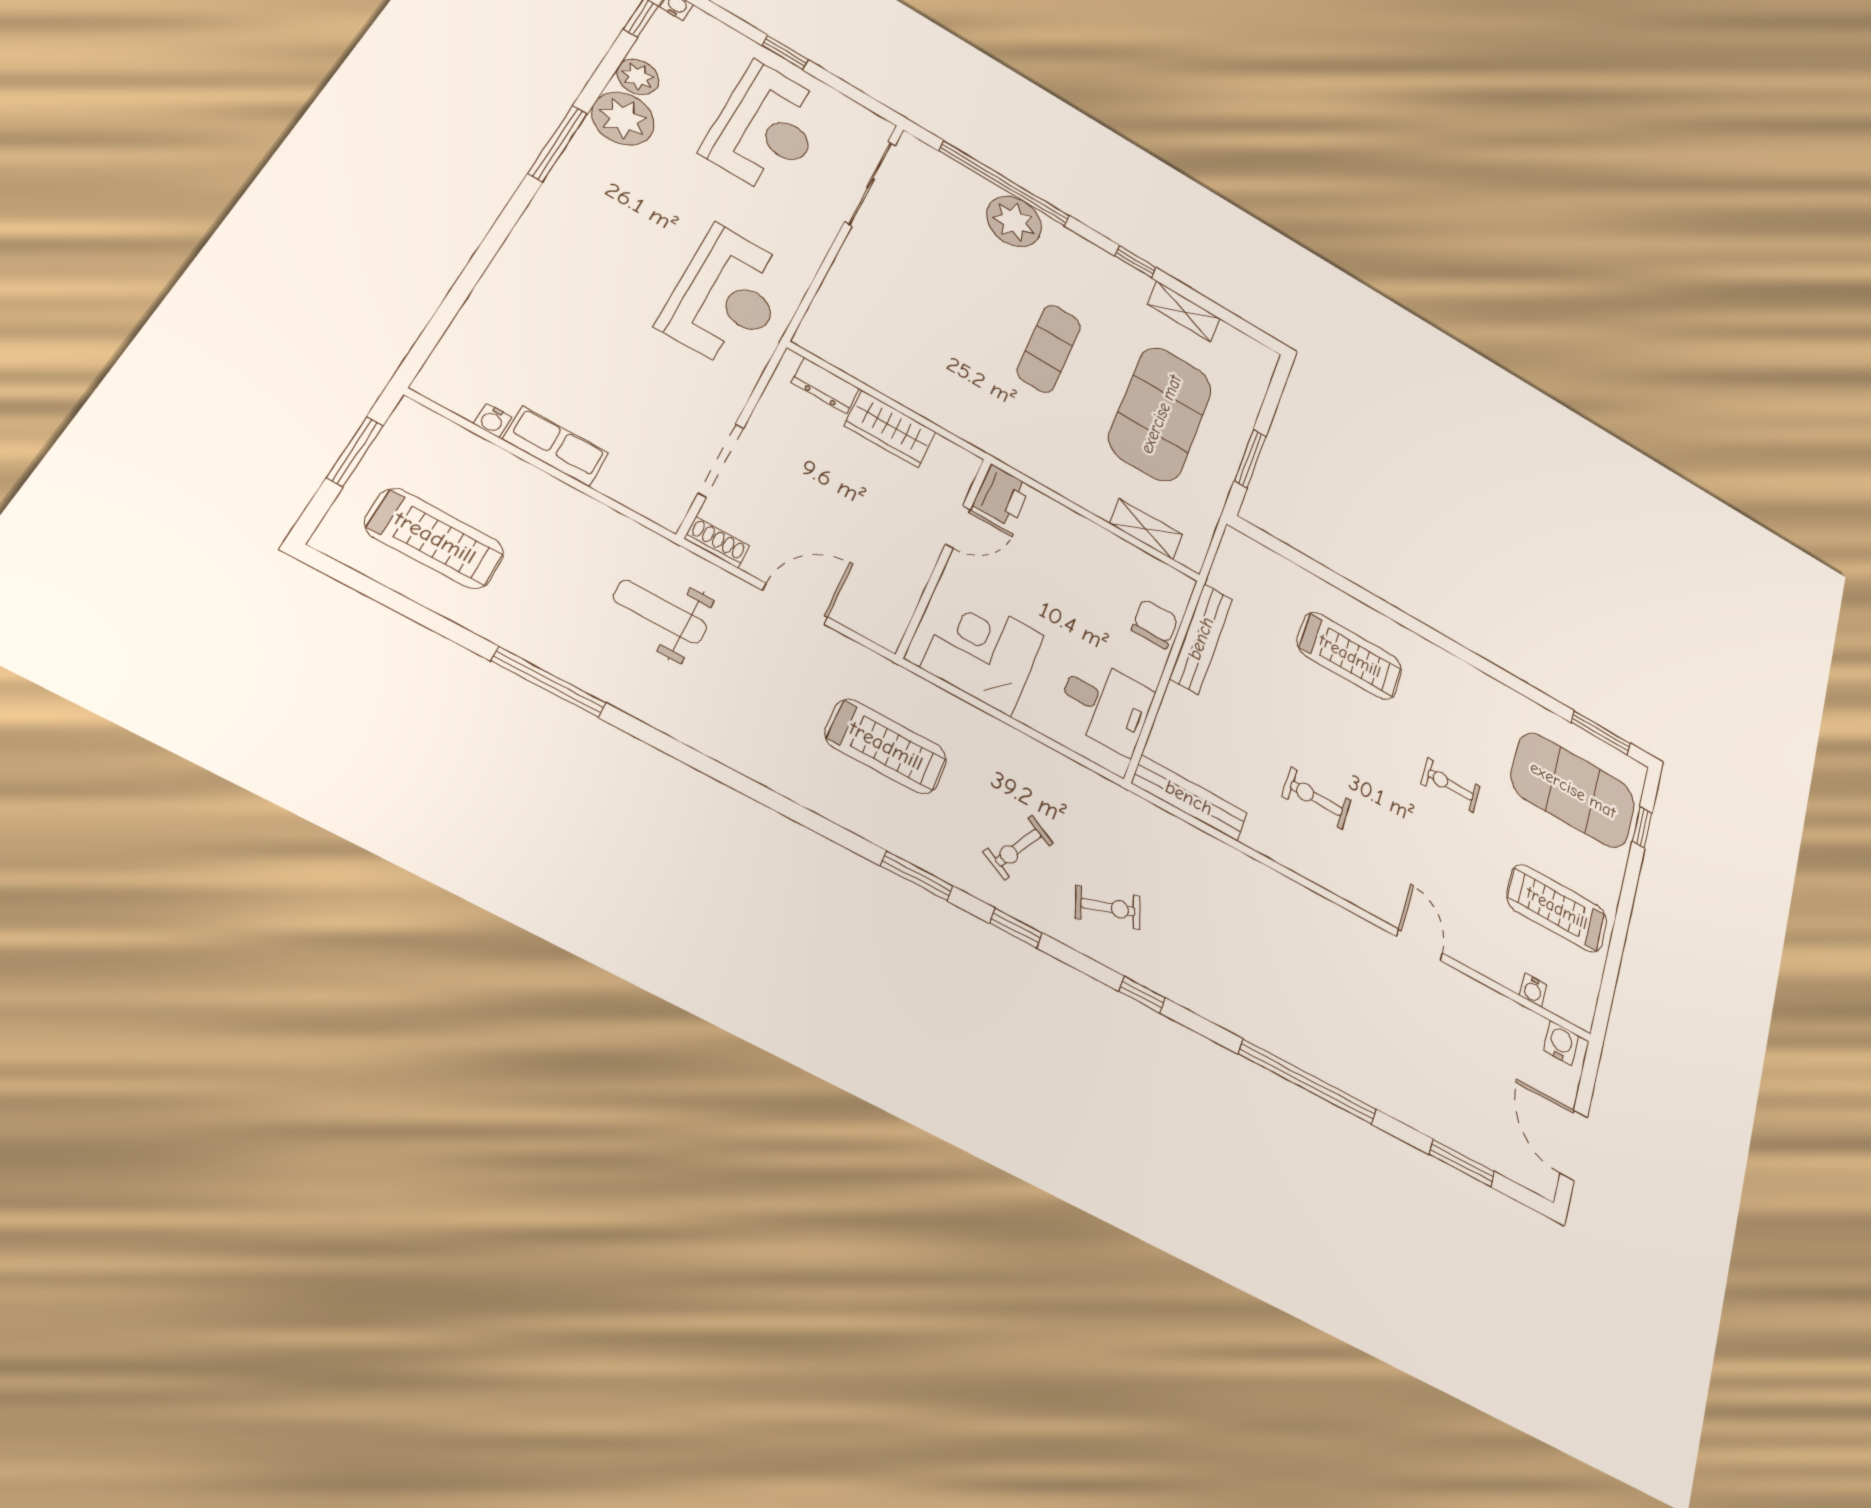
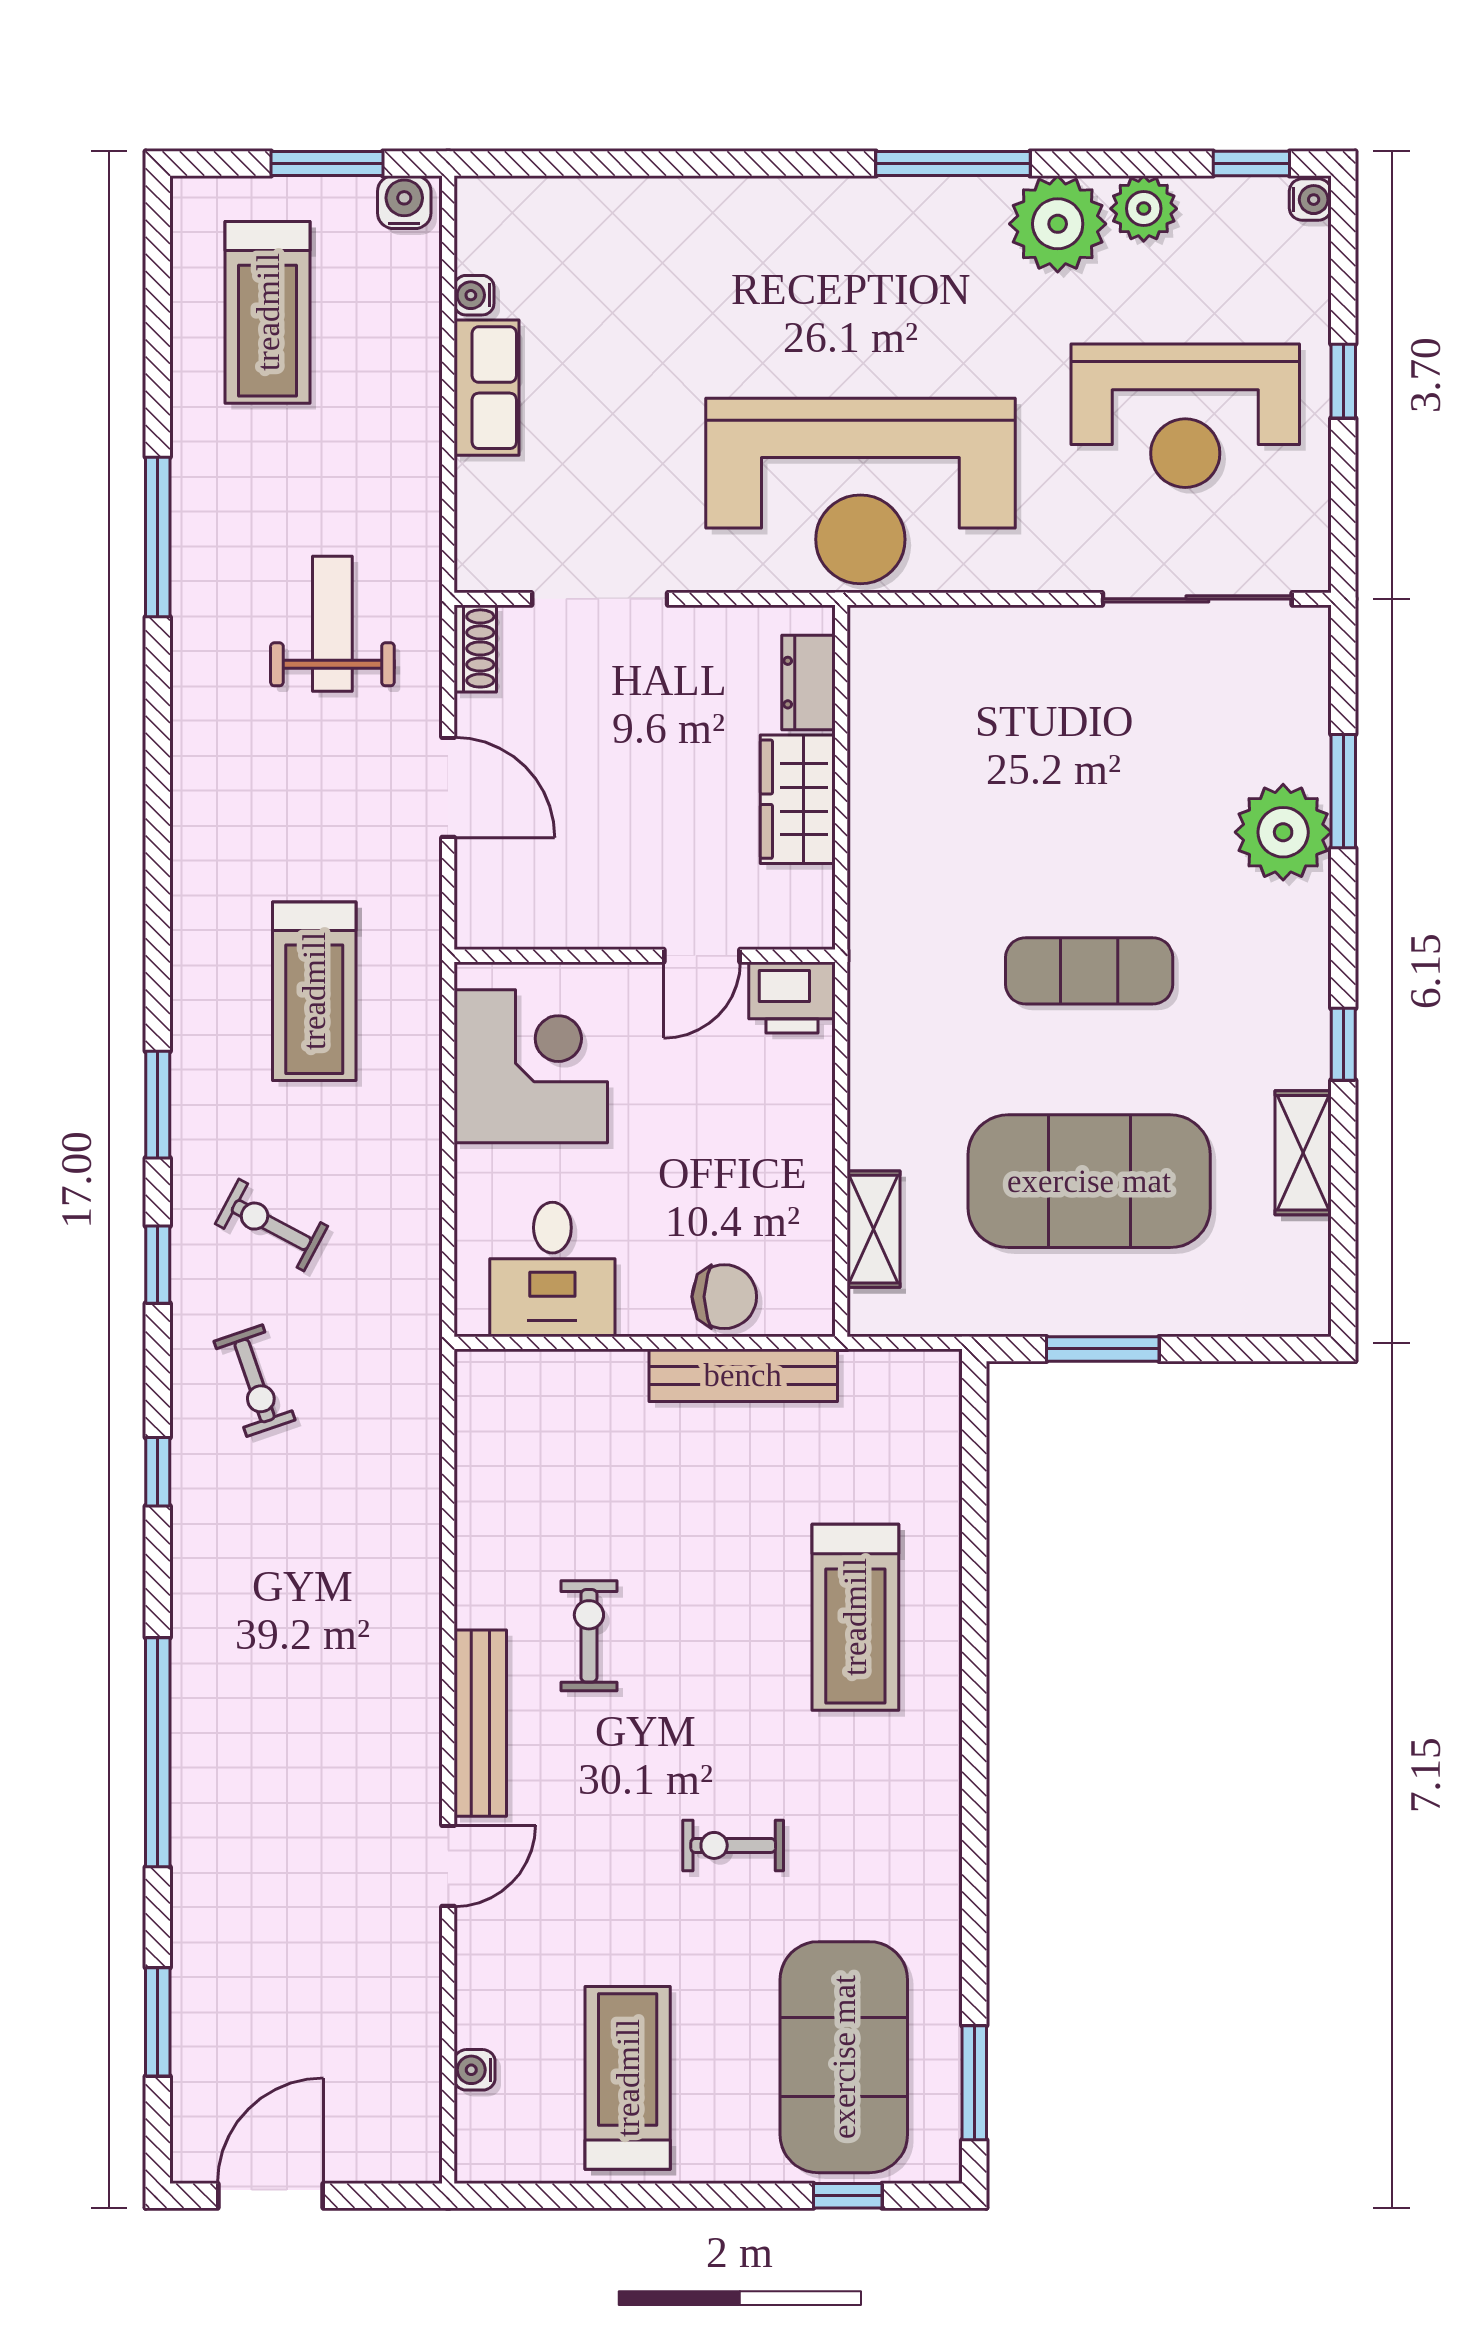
window: (1004, 184) -> (1343, 791), width x0.47
reception desk: (726, 297) -> (860, 491), width x1.36, depth x1.30
door: (958, 527) -> (702, 956), hinge flipped
exercise bike: (1450, 785) -> (733, 1845), turned -90
bench: (1189, 798) -> (480, 1723), moved
water cooler: (1561, 1043) -> (404, 202), moved, turned -90

